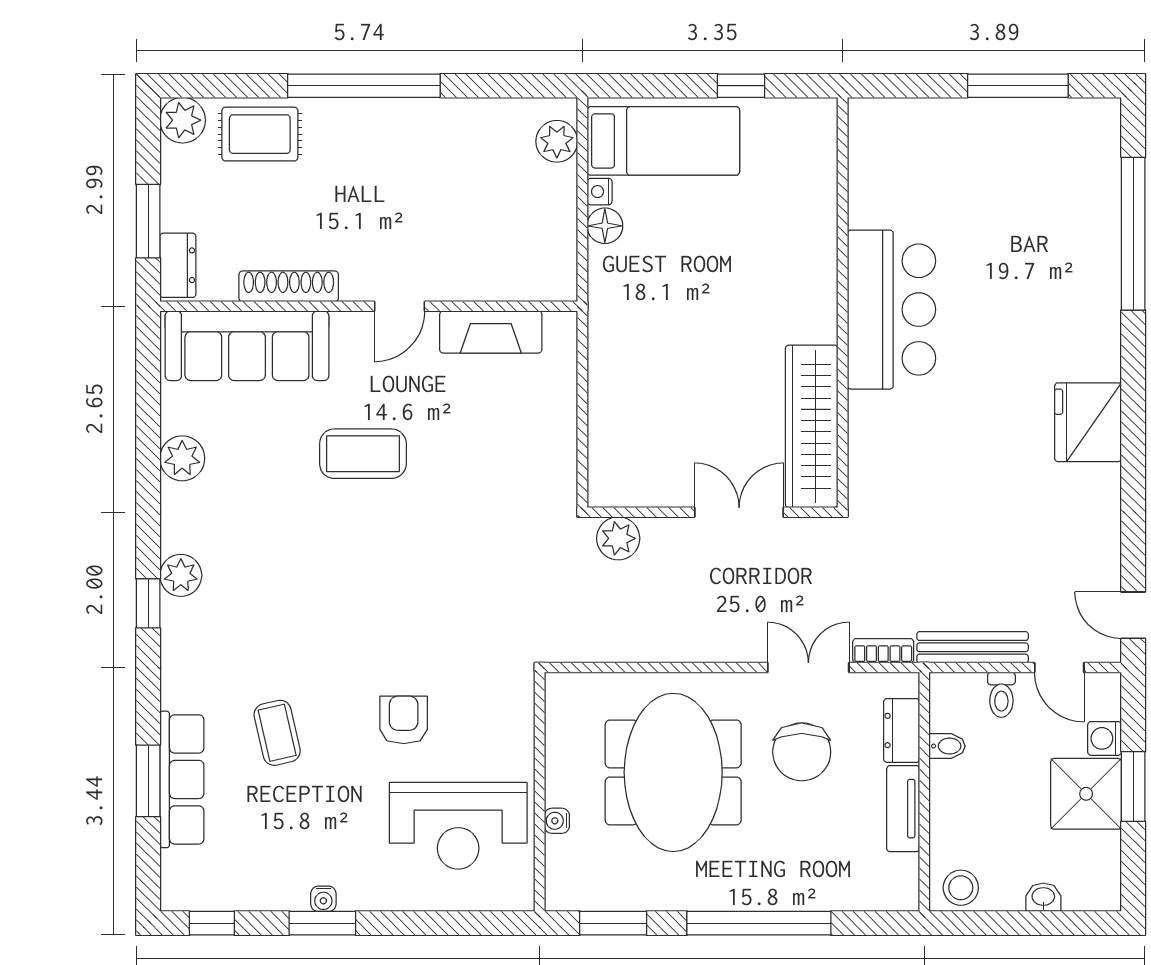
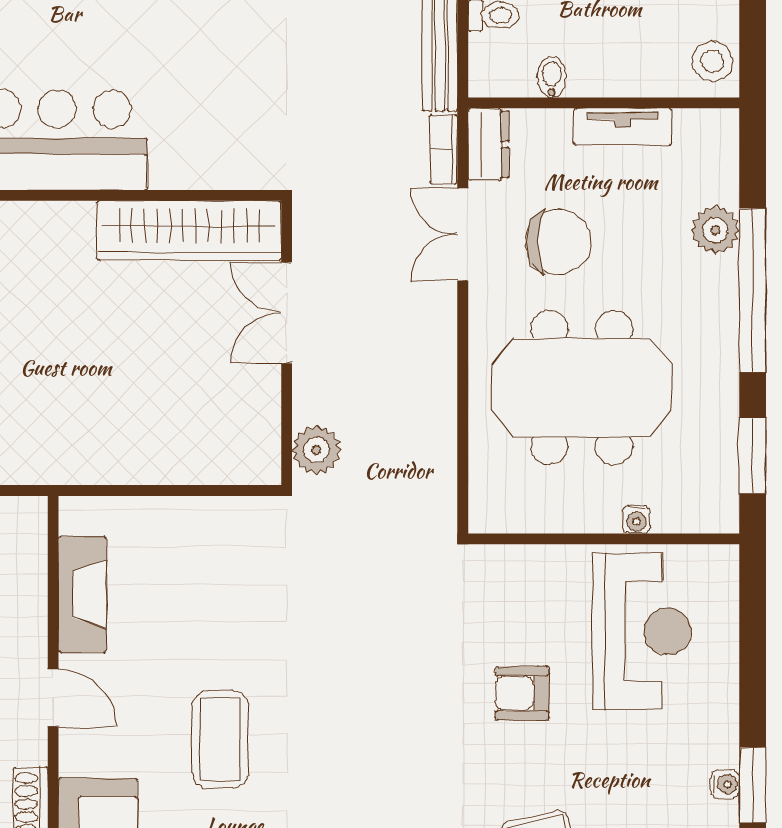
dresser: (902, 730) -> (488, 144), moved, turned -90
plant: (812, 890) -> (715, 230), added

